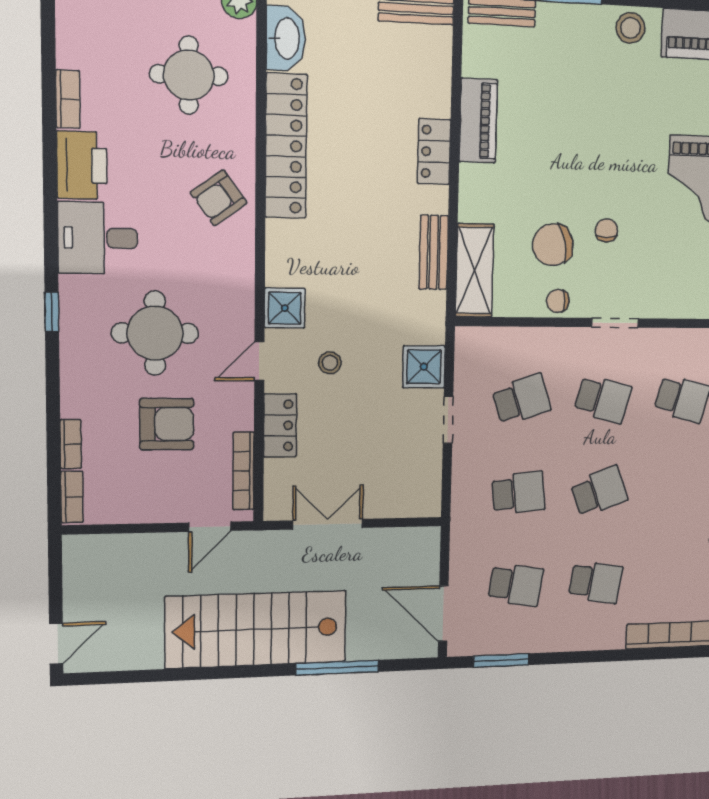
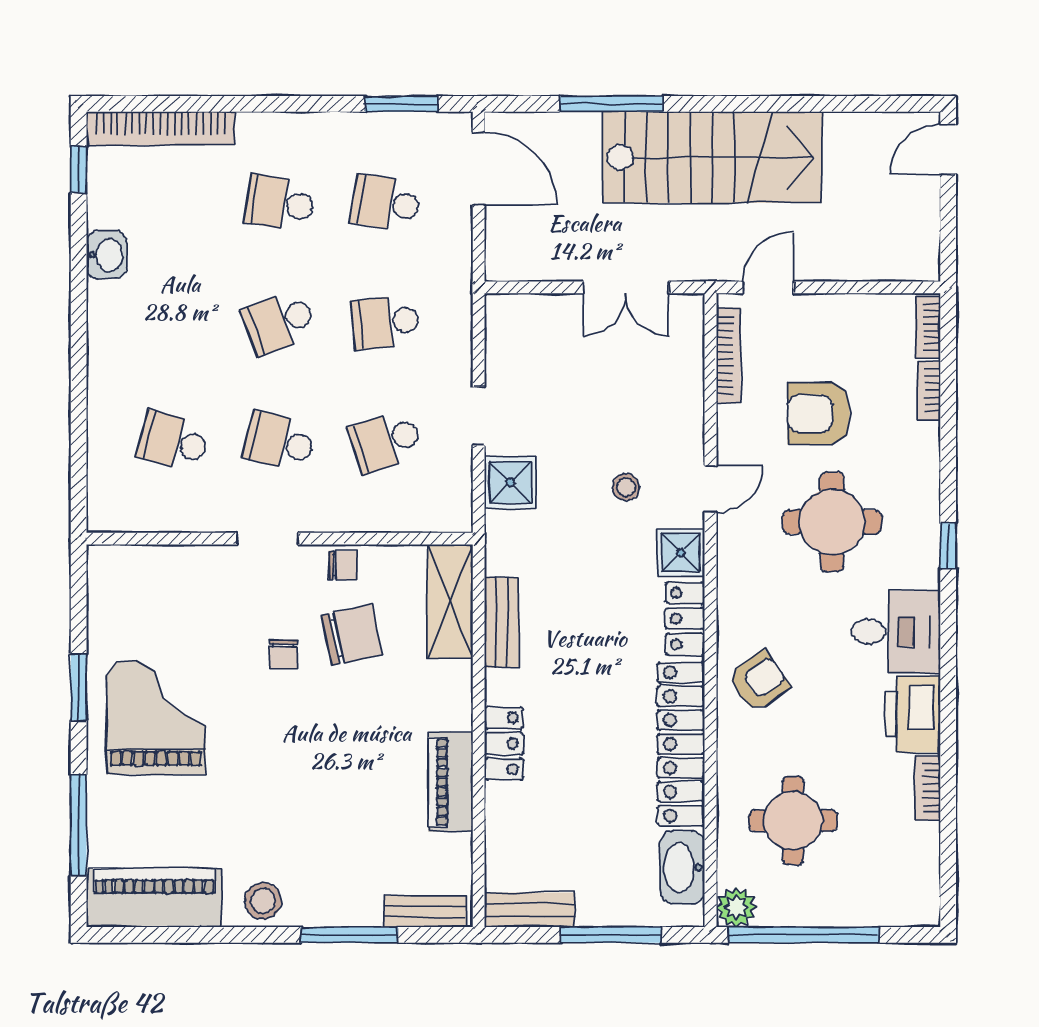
locker: (280, 425) -> (685, 619), moved

